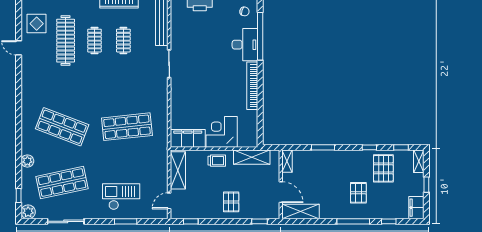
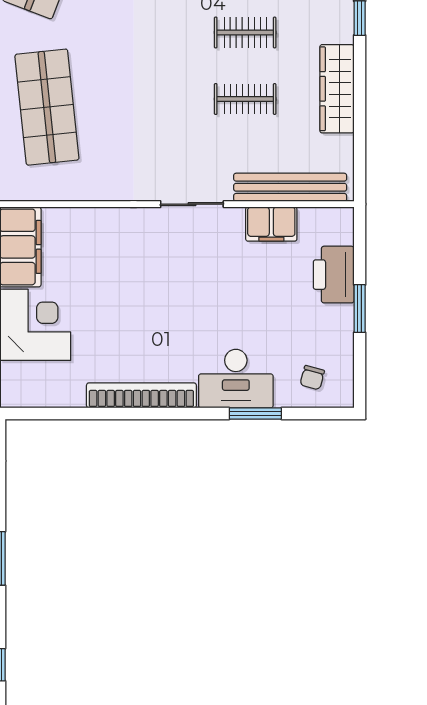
filing cabinet: (178, 29) -> (271, 224), added
window: (260, 36) -> (255, 413), width x0.47

